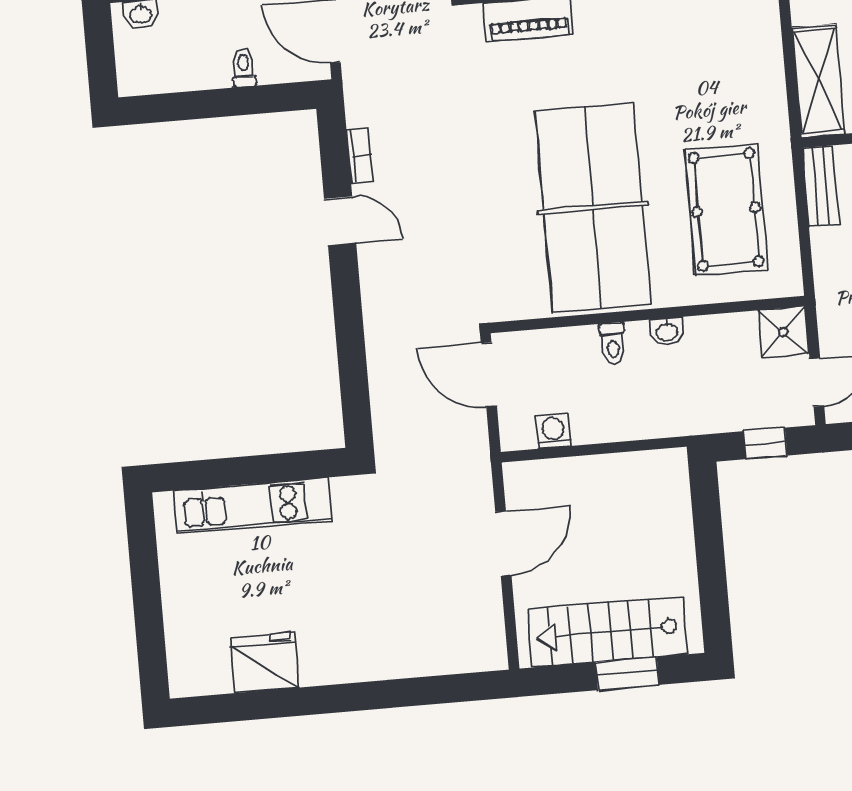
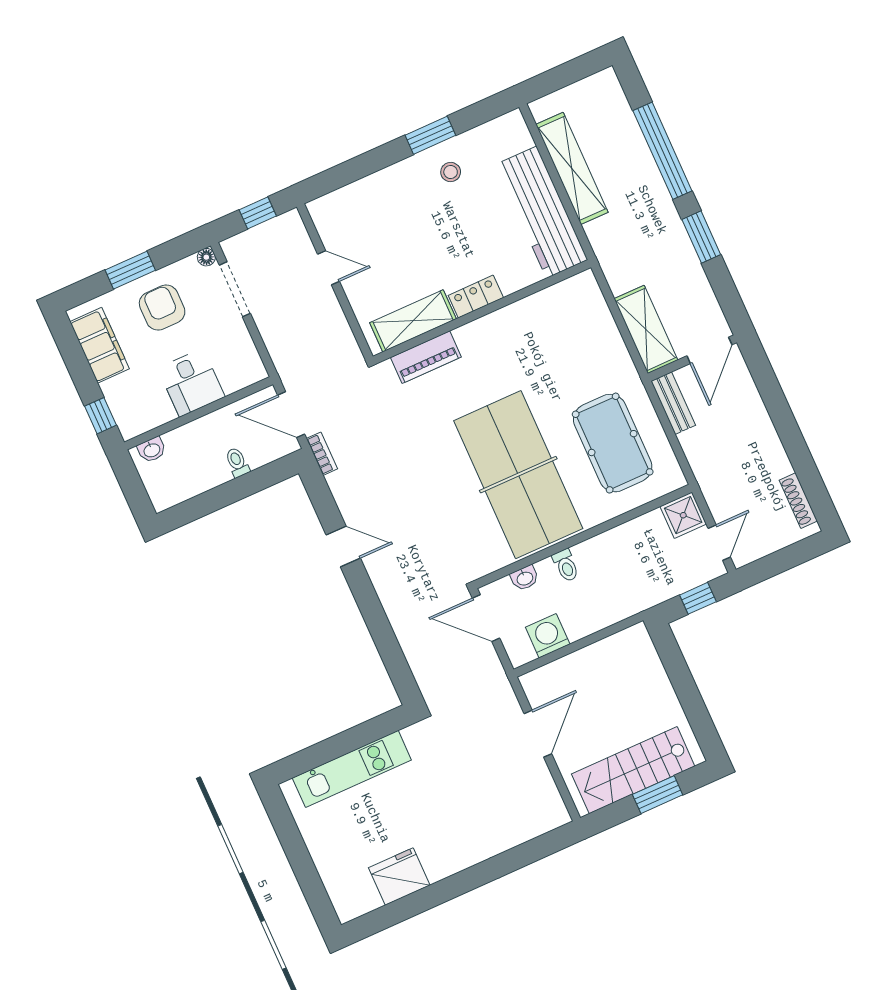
bookcase: (360, 156) -> (322, 454), moved
washbasin: (667, 332) -> (525, 578), moved
washing machine: (553, 431) -> (548, 636), width x1.38, depth x1.38

